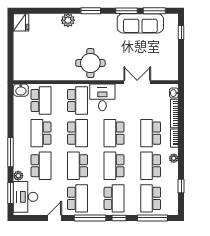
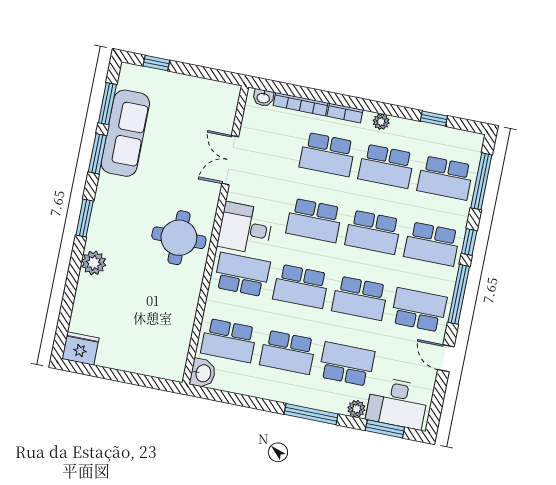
school desk: (41, 101) -> (229, 341), turned 180
school desk: (78, 133) -> (301, 286), turned 180
school desk: (114, 198) -> (432, 244), turned 180

